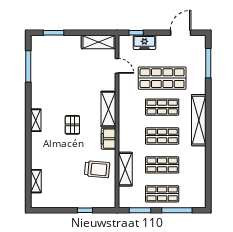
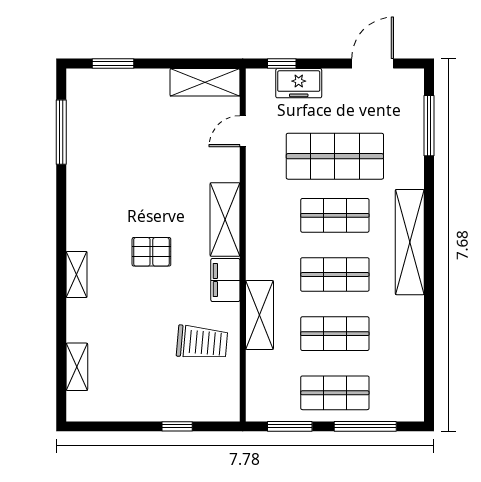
door: (117, 66) -> (243, 131), swing flipped
shelving: (36, 120) -> (77, 274), moved
pallet: (72, 125) -> (151, 252), turned 90
shelving: (125, 169) -> (259, 315), moved

